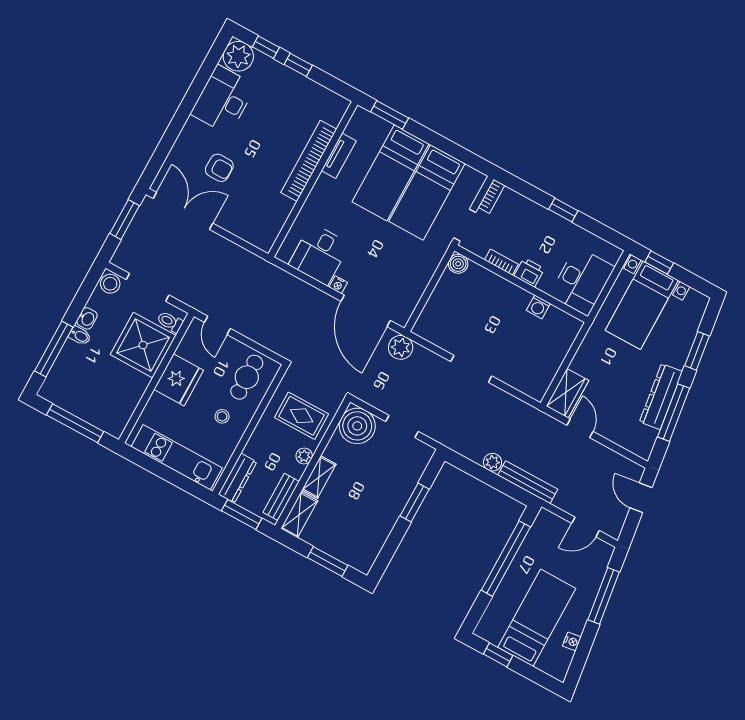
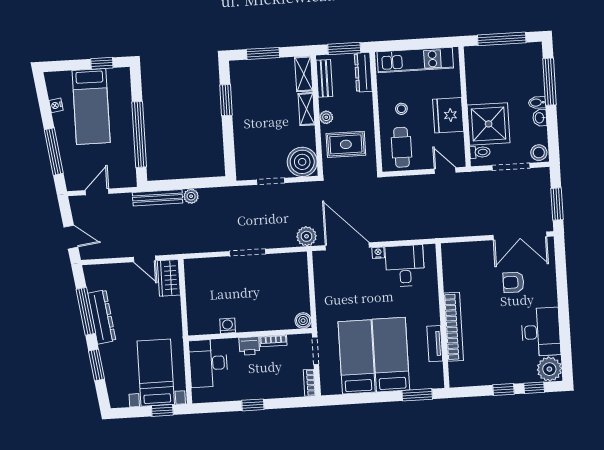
window: (415, 502) -> (226, 100), moved

